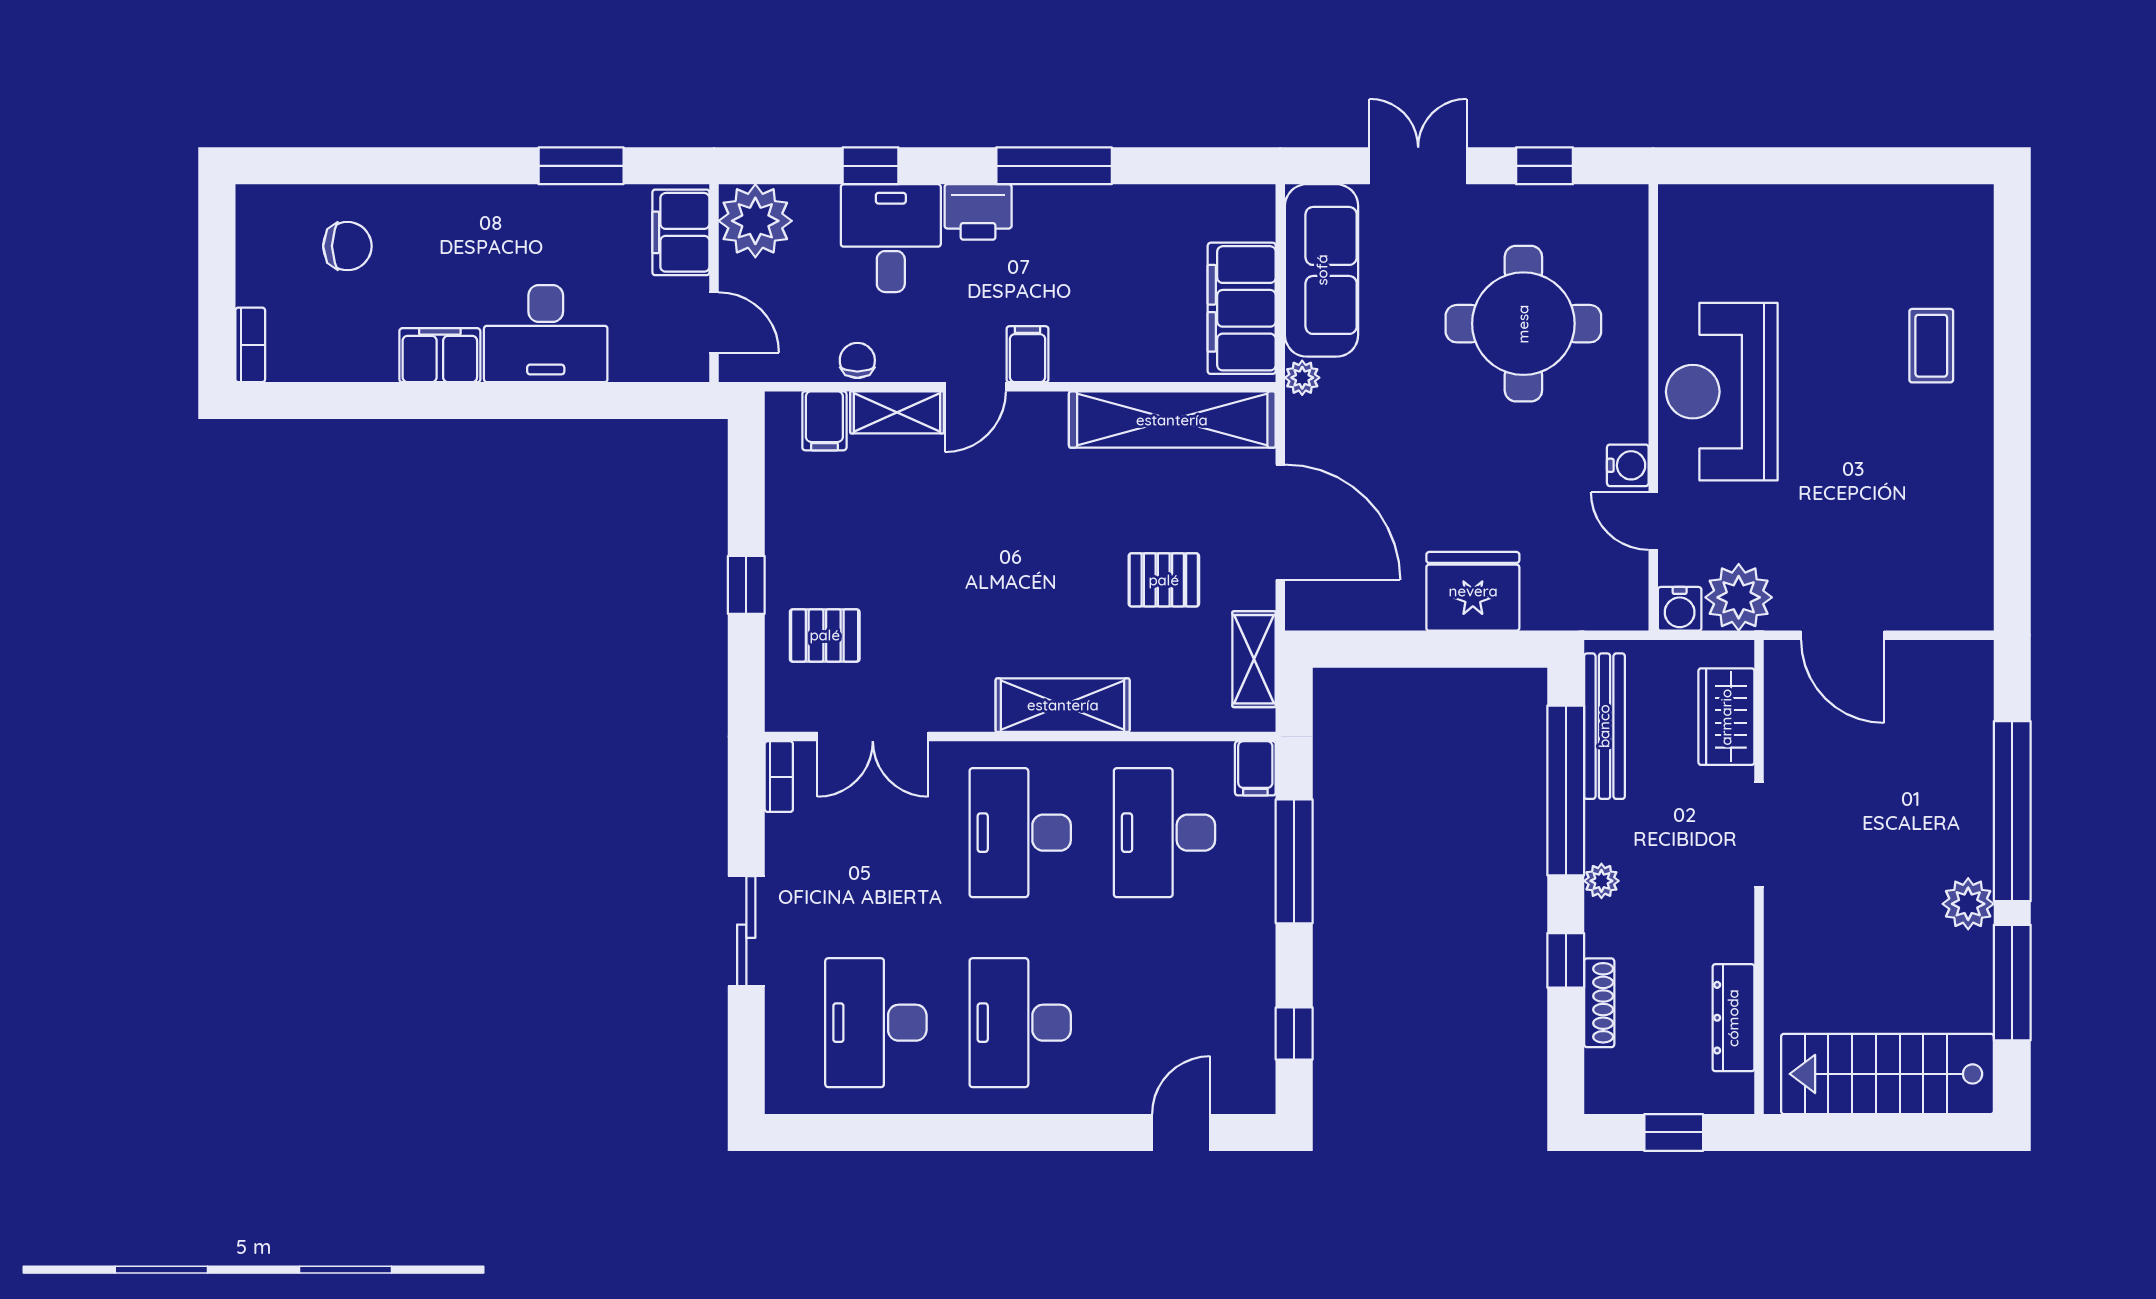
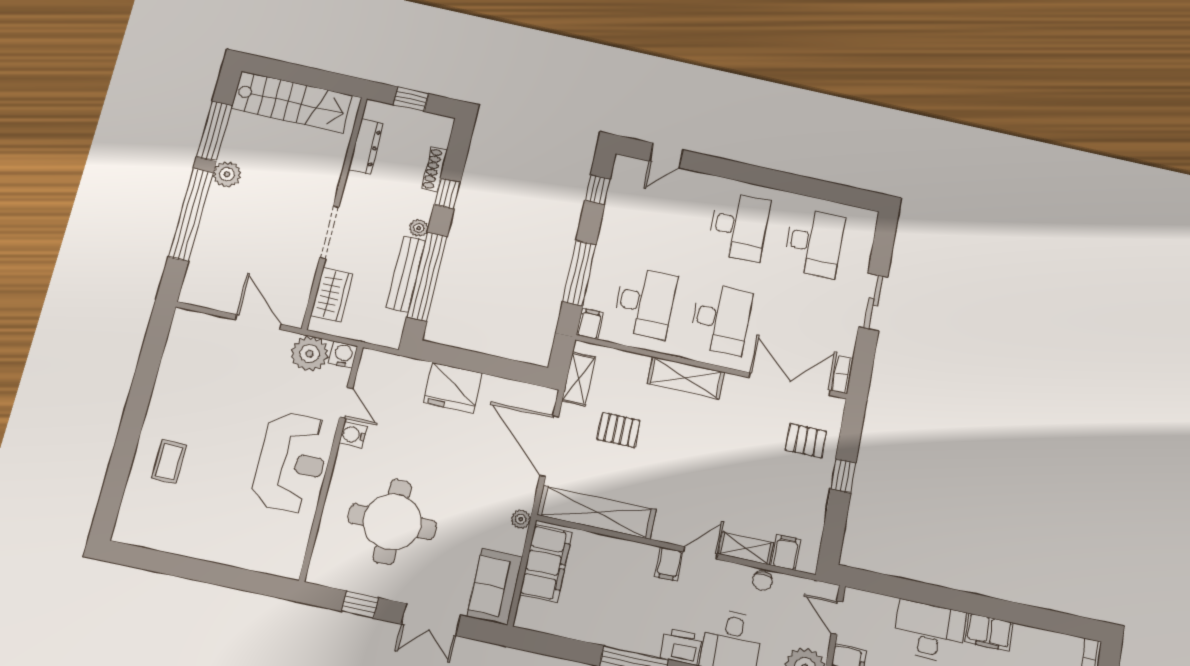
sofa: (1322, 270) -> (495, 587), width x0.73
bench: (1604, 726) -> (406, 274), moved
double door: (873, 737) -> (790, 384), width x1.37

